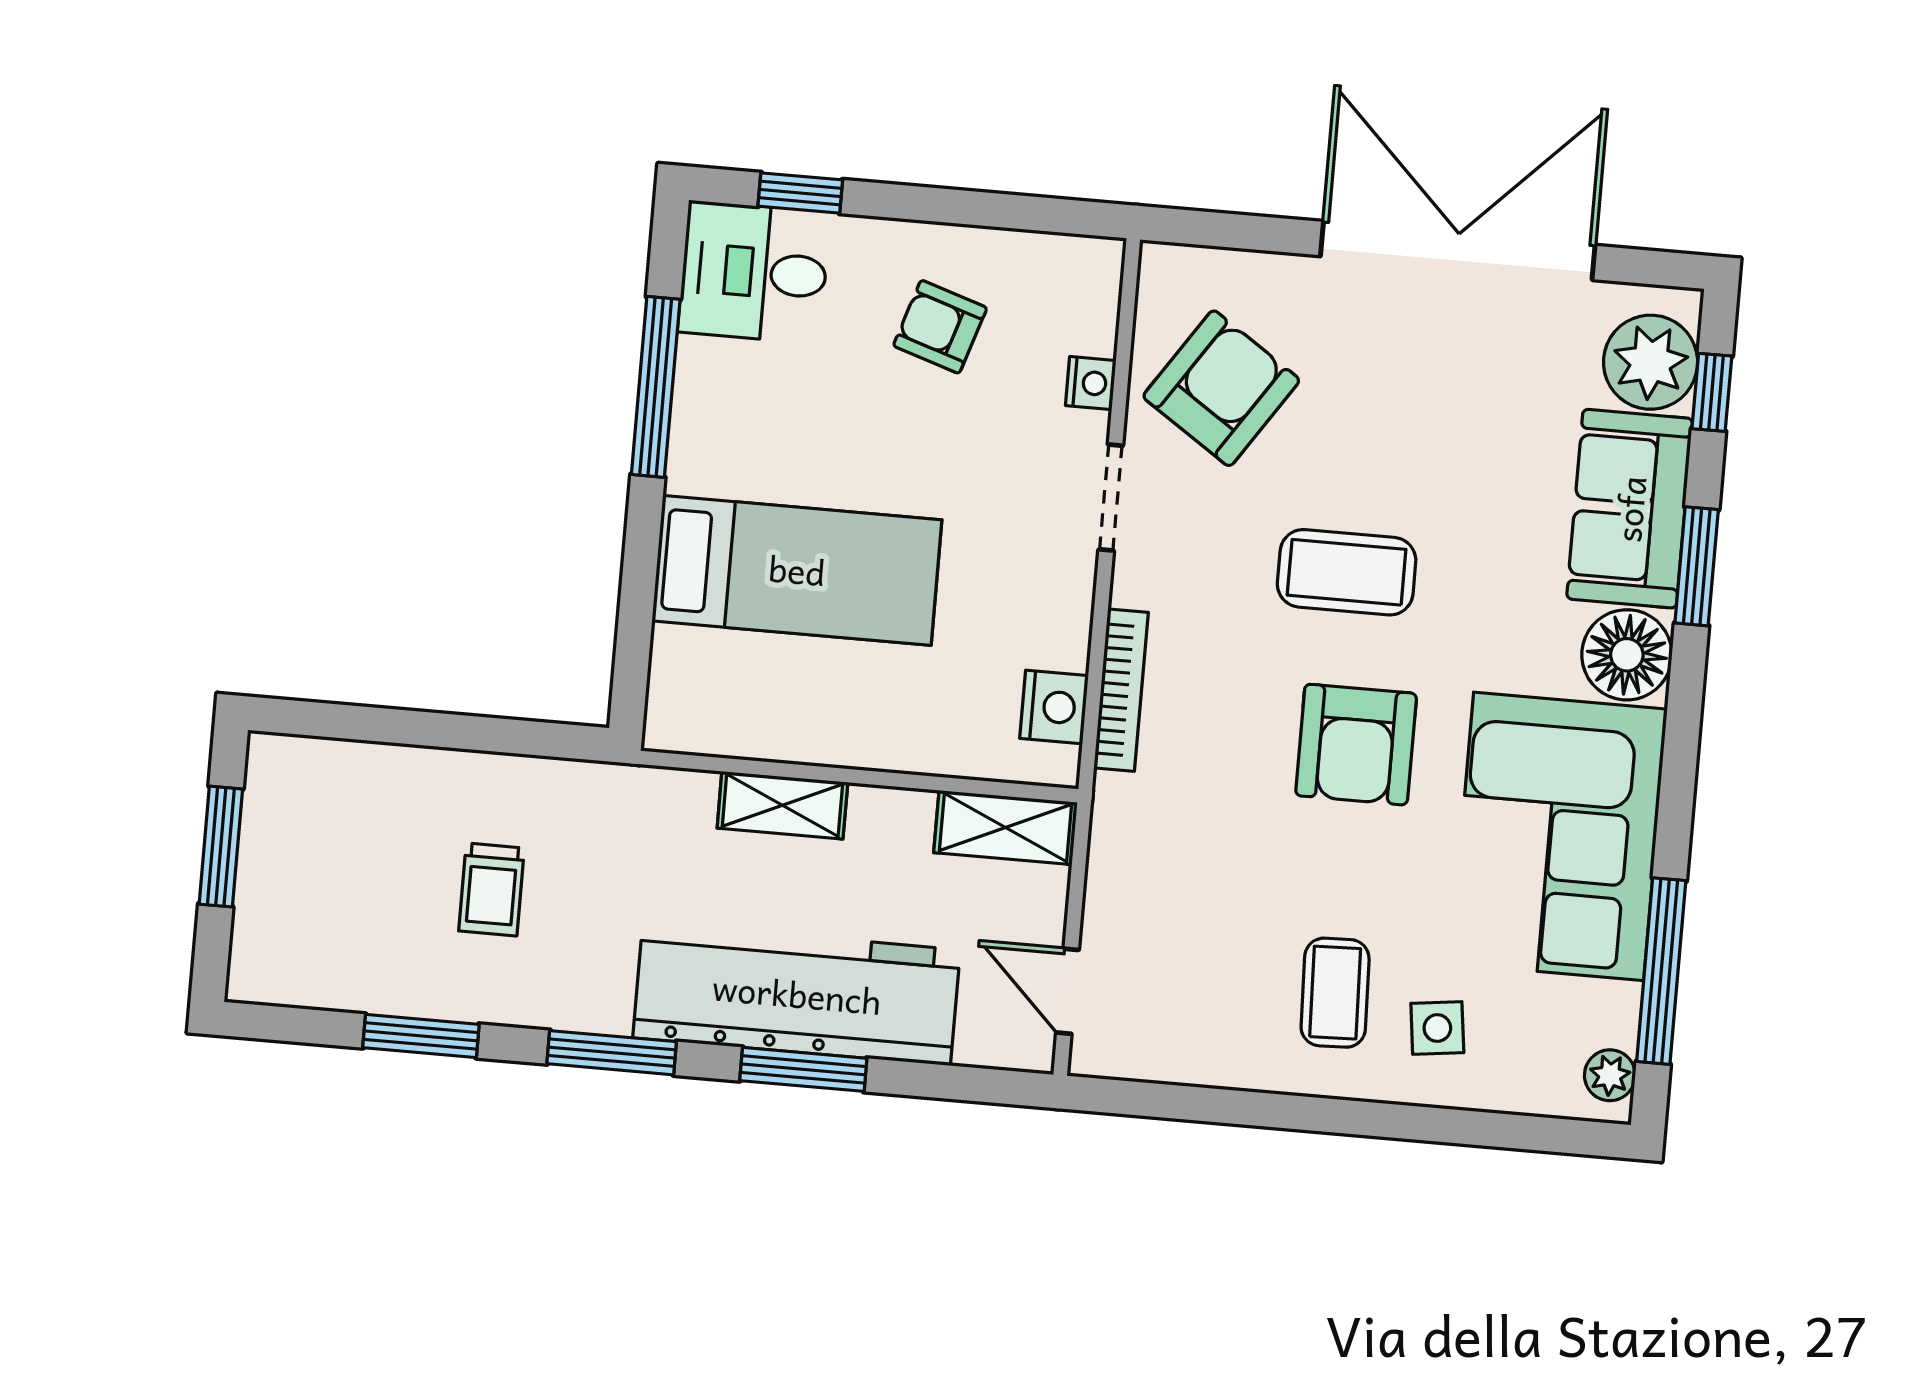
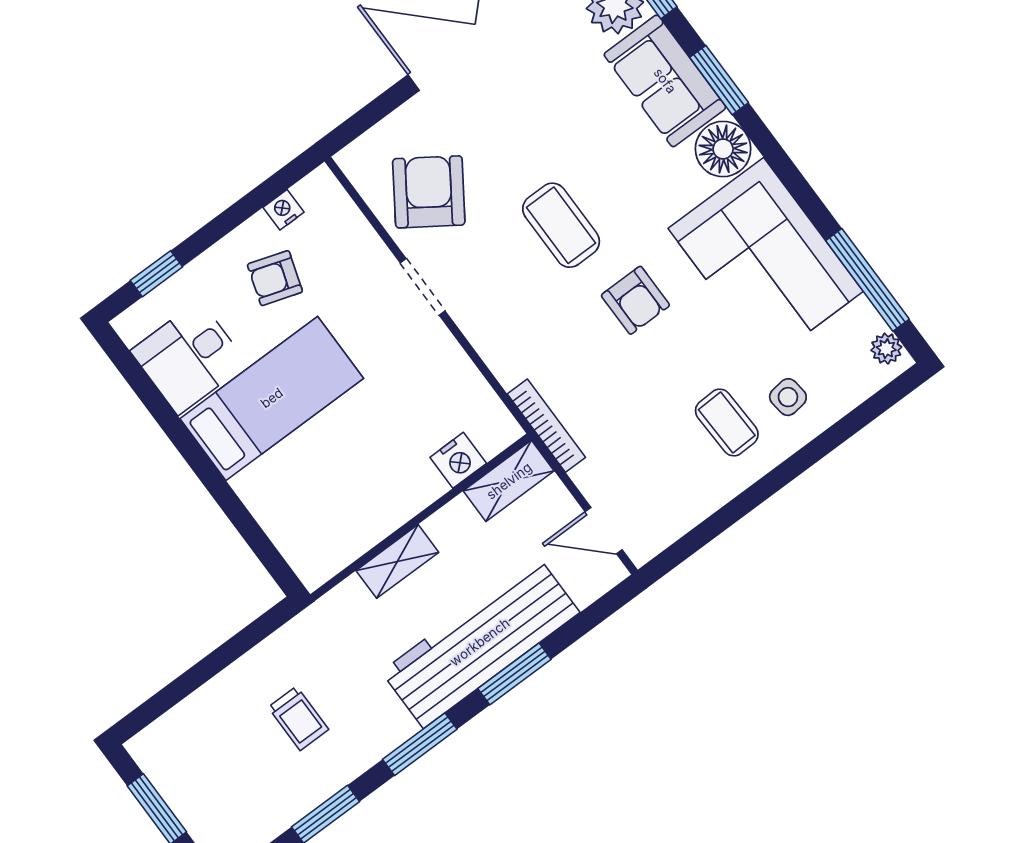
desk: (754, 272) -> (189, 357), moved
nightstand: (1091, 383) -> (284, 210), moved, turned -90
window: (656, 387) -> (169, 421), removed
bed: (797, 570) -> (272, 398), moved
coffee table: (1347, 572) -> (561, 225), turned 90
bookcase: (1121, 690) -> (546, 426), moved
nightstand: (1054, 707) -> (458, 460), moved, turned 90
armchair: (1356, 745) -> (635, 300), width x0.72, depth x0.72

